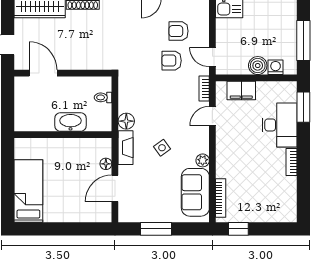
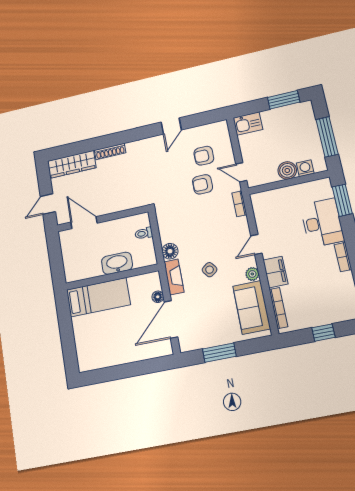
filing cabinet: (241, 91) -> (275, 272), moved, turned -90
door: (212, 116) -> (256, 244), moved
door: (115, 188) -> (171, 319), width x1.36
bed: (28, 191) -> (98, 297), moved, turned 90
window: (238, 229) -> (323, 333), moved

